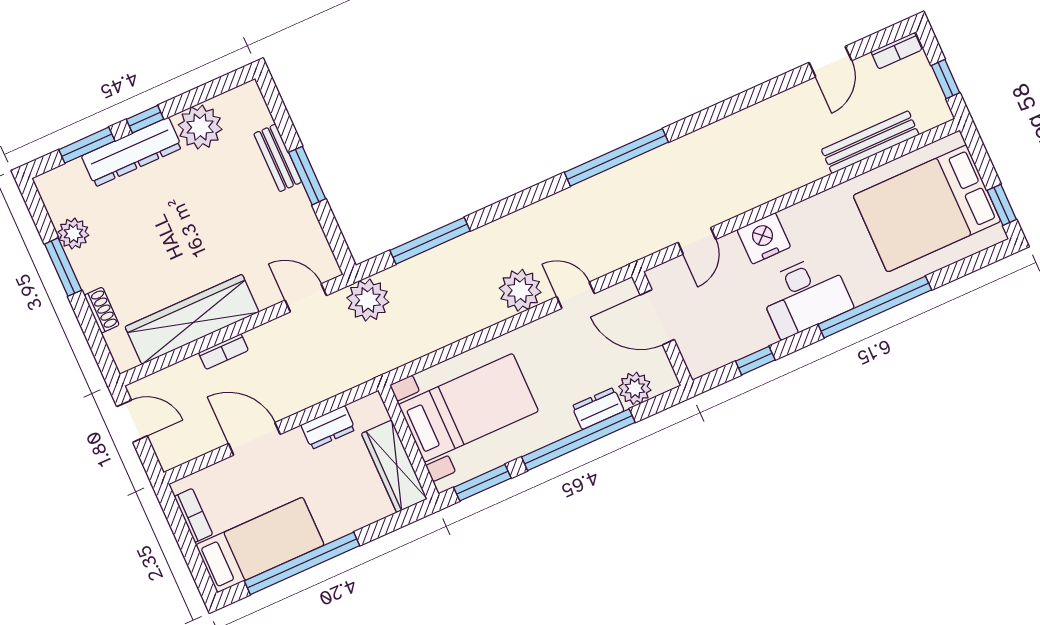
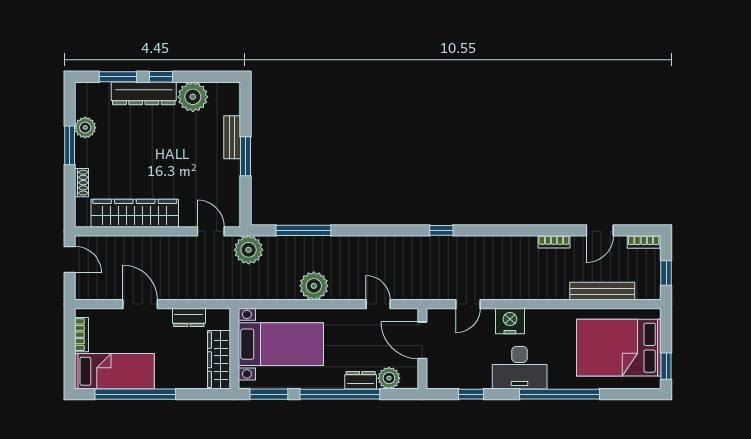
window: (616, 157) -> (441, 230), width x0.32
plant: (520, 290) -> (314, 286), moved
bookcase: (223, 352) -> (554, 242), moved

